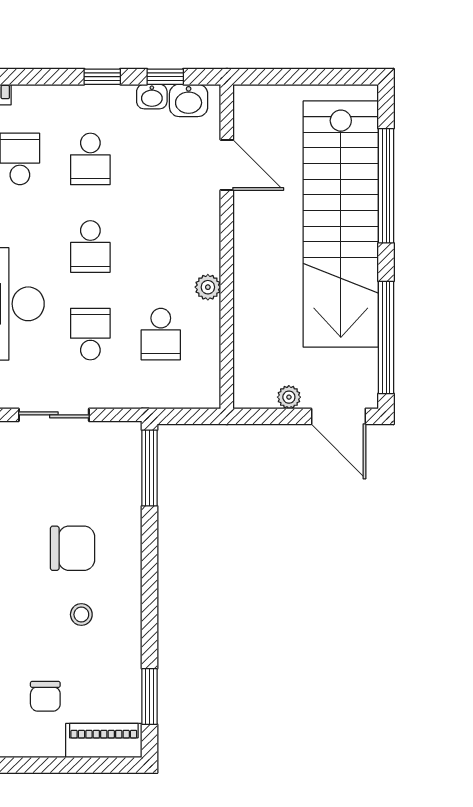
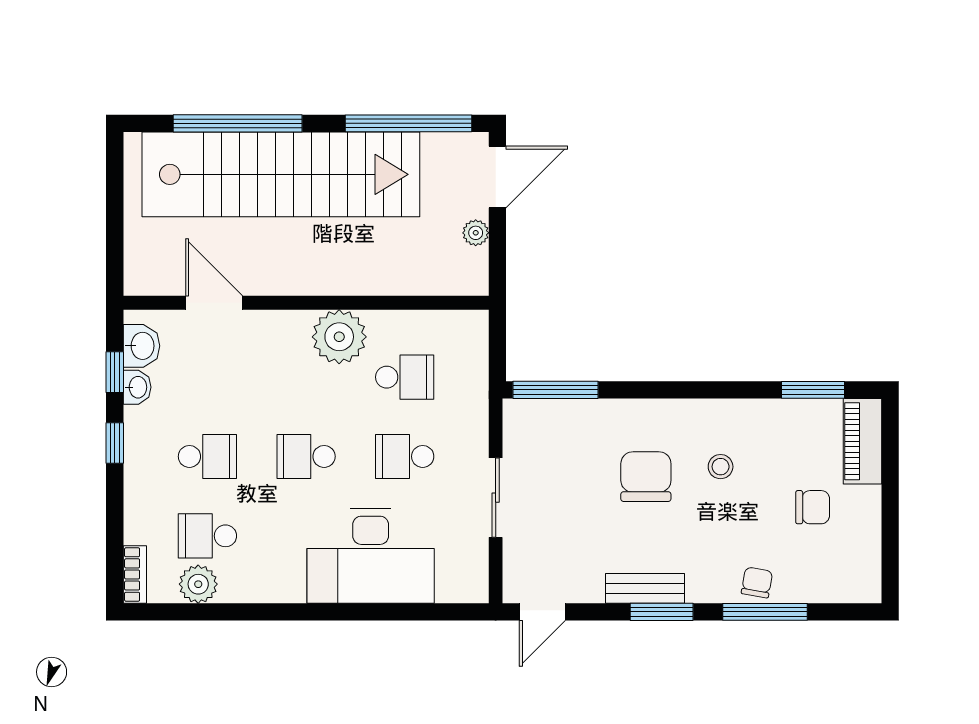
door: (227, 165) -> (214, 303), hinge flipped
school desk: (90, 247) -> (306, 456), turned 180
plant: (208, 287) -> (339, 337), width x1.87, depth x1.87

